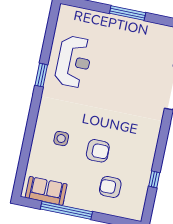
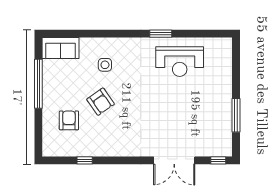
window: (128, 13) -> (236, 115), moved
armchair: (98, 151) -> (101, 102), turned -35
sofa: (46, 191) -> (60, 48), moved, turned 90

